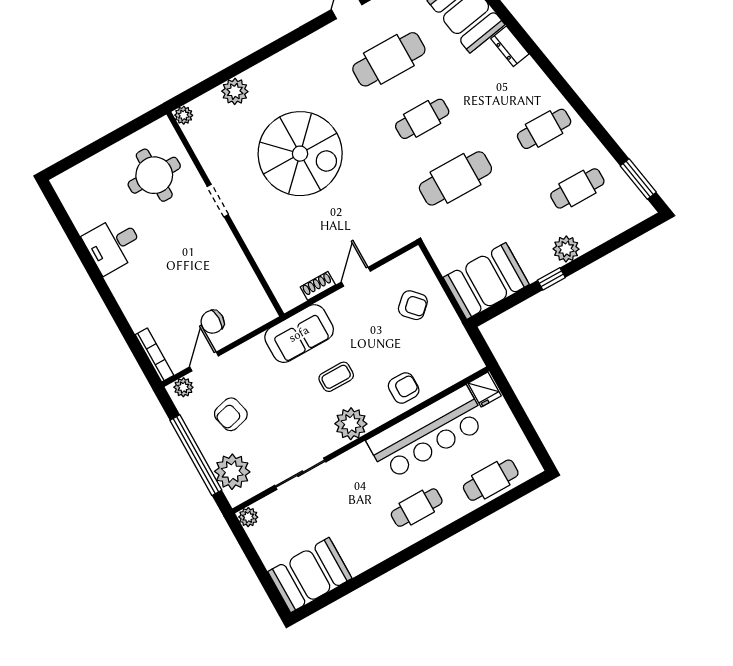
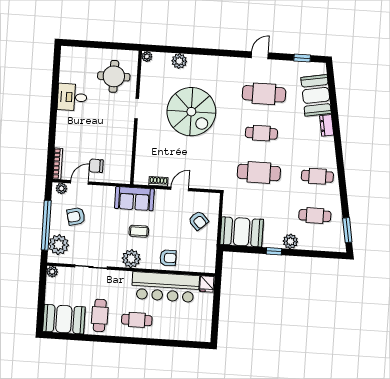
cafe table: (491, 480) -> (100, 315), moved, turned 90

